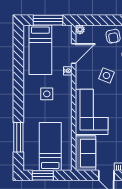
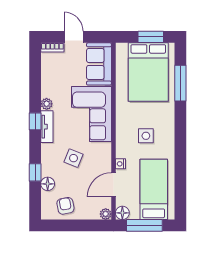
floor lamp: (66, 30) -> (122, 213), added
bed: (50, 146) -> (148, 72), width x1.50

